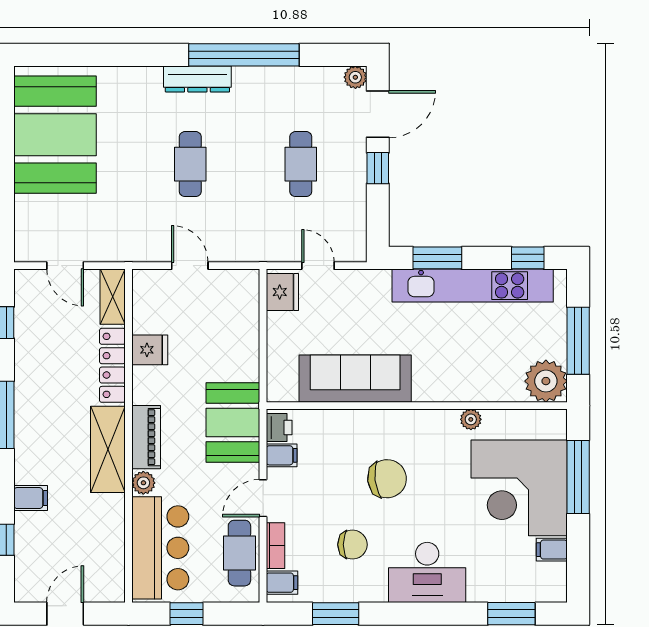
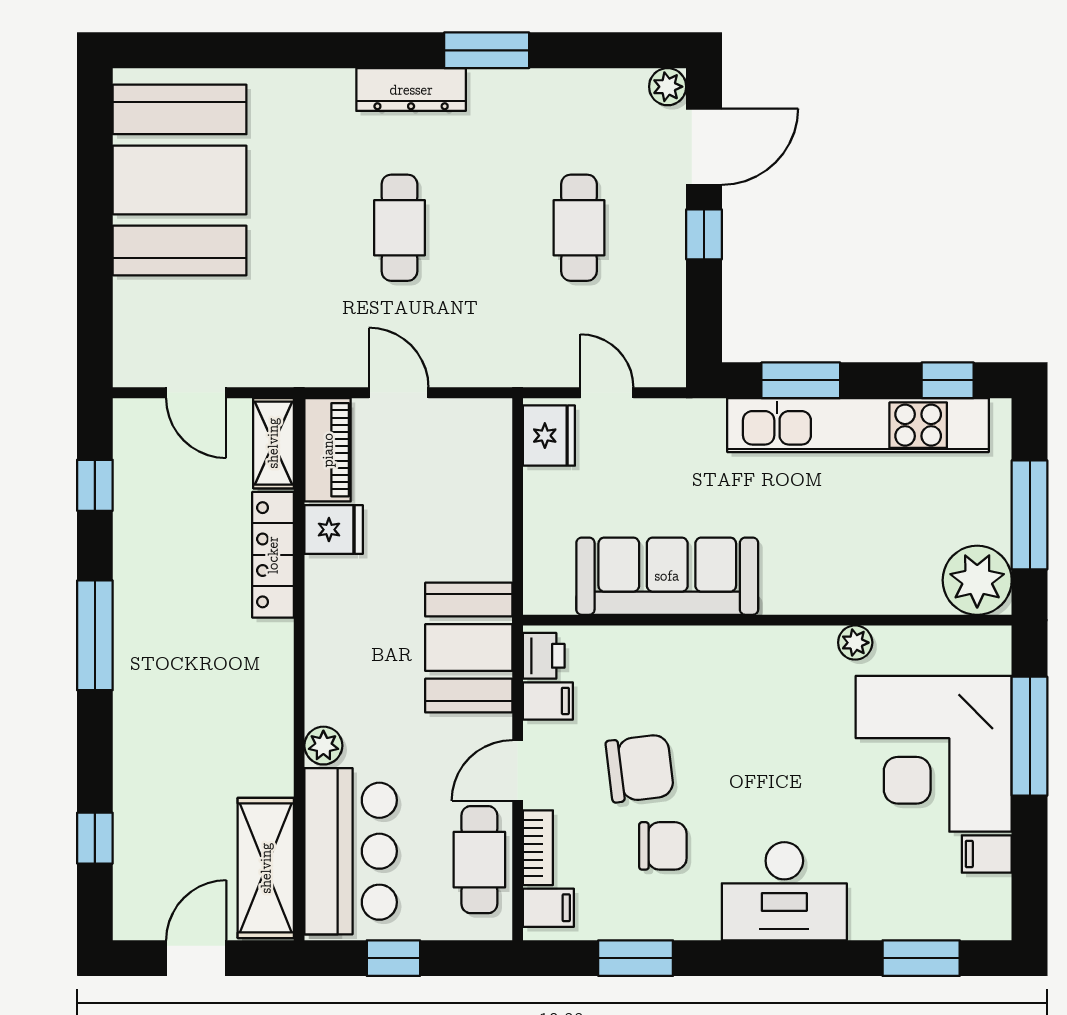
window: (244, 55) -> (487, 50), width x0.47
piano: (146, 437) -> (328, 450), moved
shelving: (108, 449) -> (266, 868), moved
chair: (387, 479) -> (640, 768), moved
filing cabinet: (31, 498) -> (140, 770), removed

